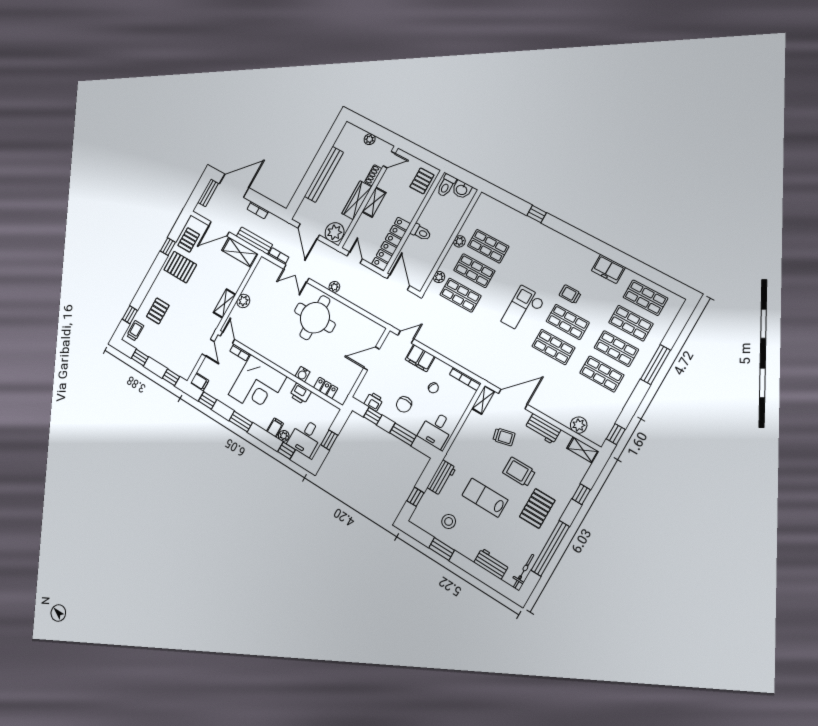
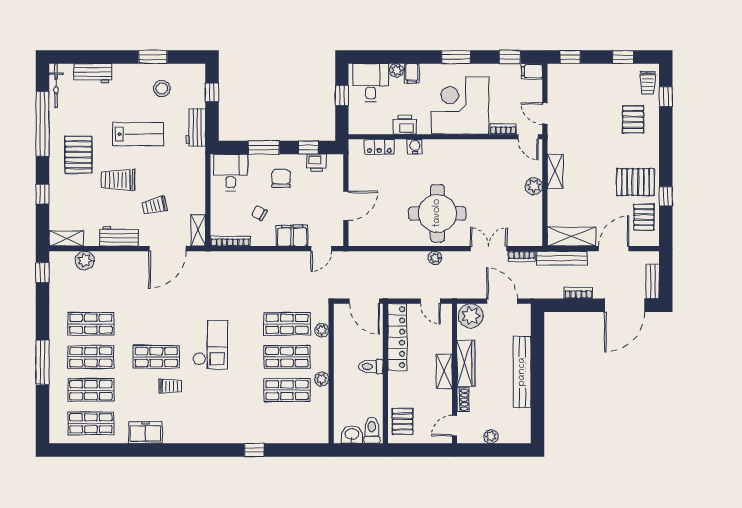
shop shelf: (553, 347) -> (156, 324), removed
window: (286, 451) -> (384, 57), removed
trolley: (519, 472) -> (118, 180), turned 180

